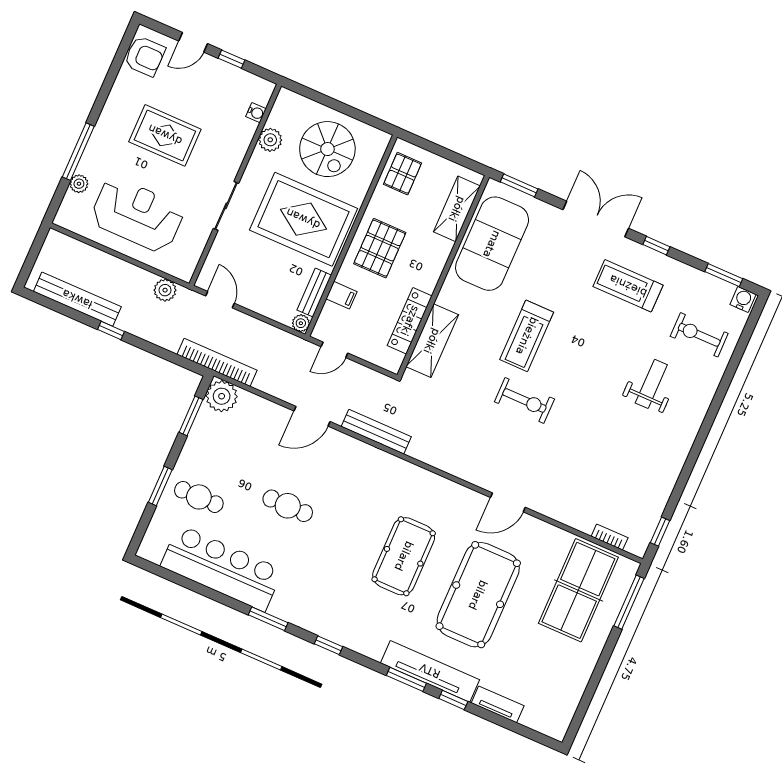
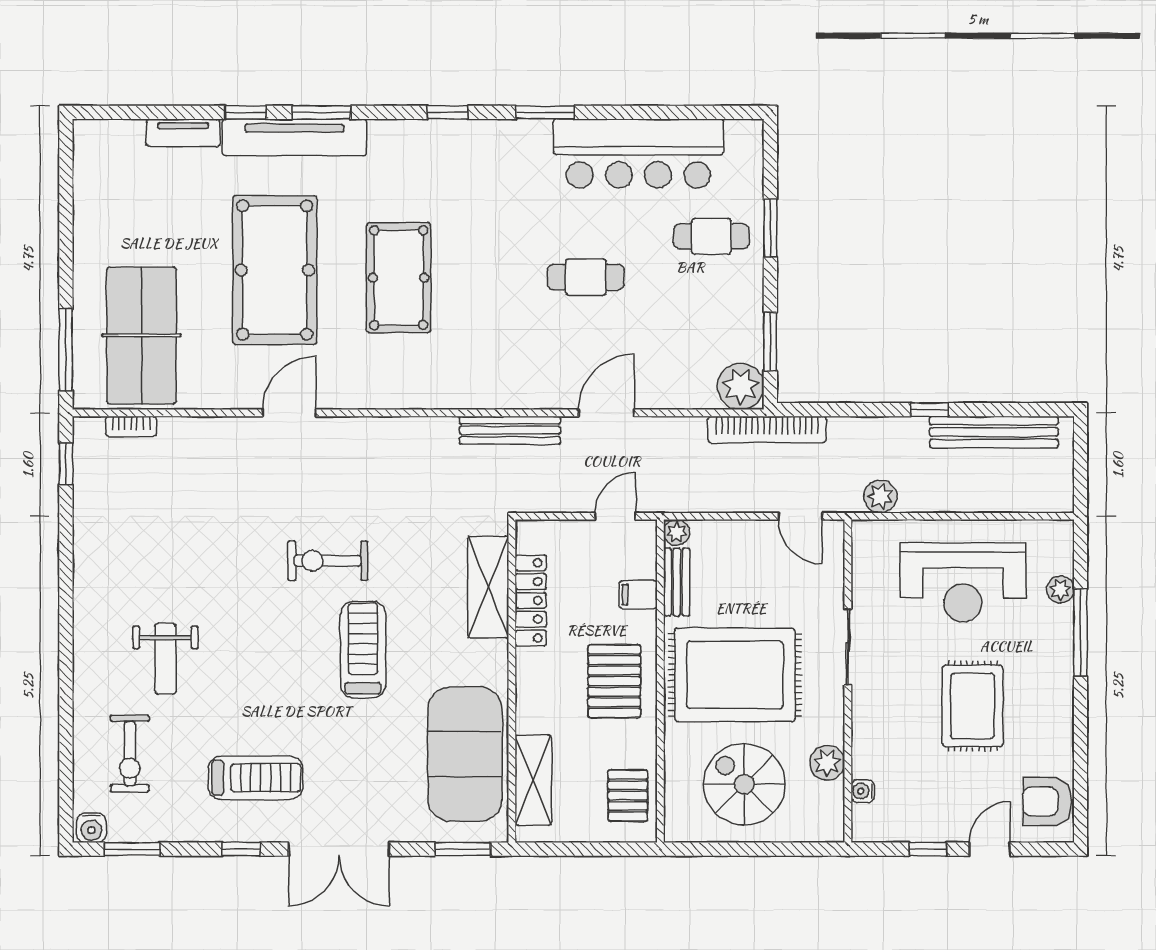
rug: (165, 135) -> (973, 706), turned 90
exercise bike: (699, 335) -> (130, 754), turned 90

